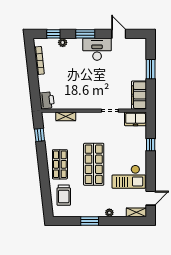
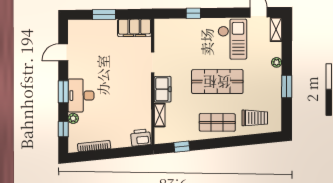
desk: (97, 49) -> (81, 96), moved
freezer: (136, 119) -> (163, 89), moved

